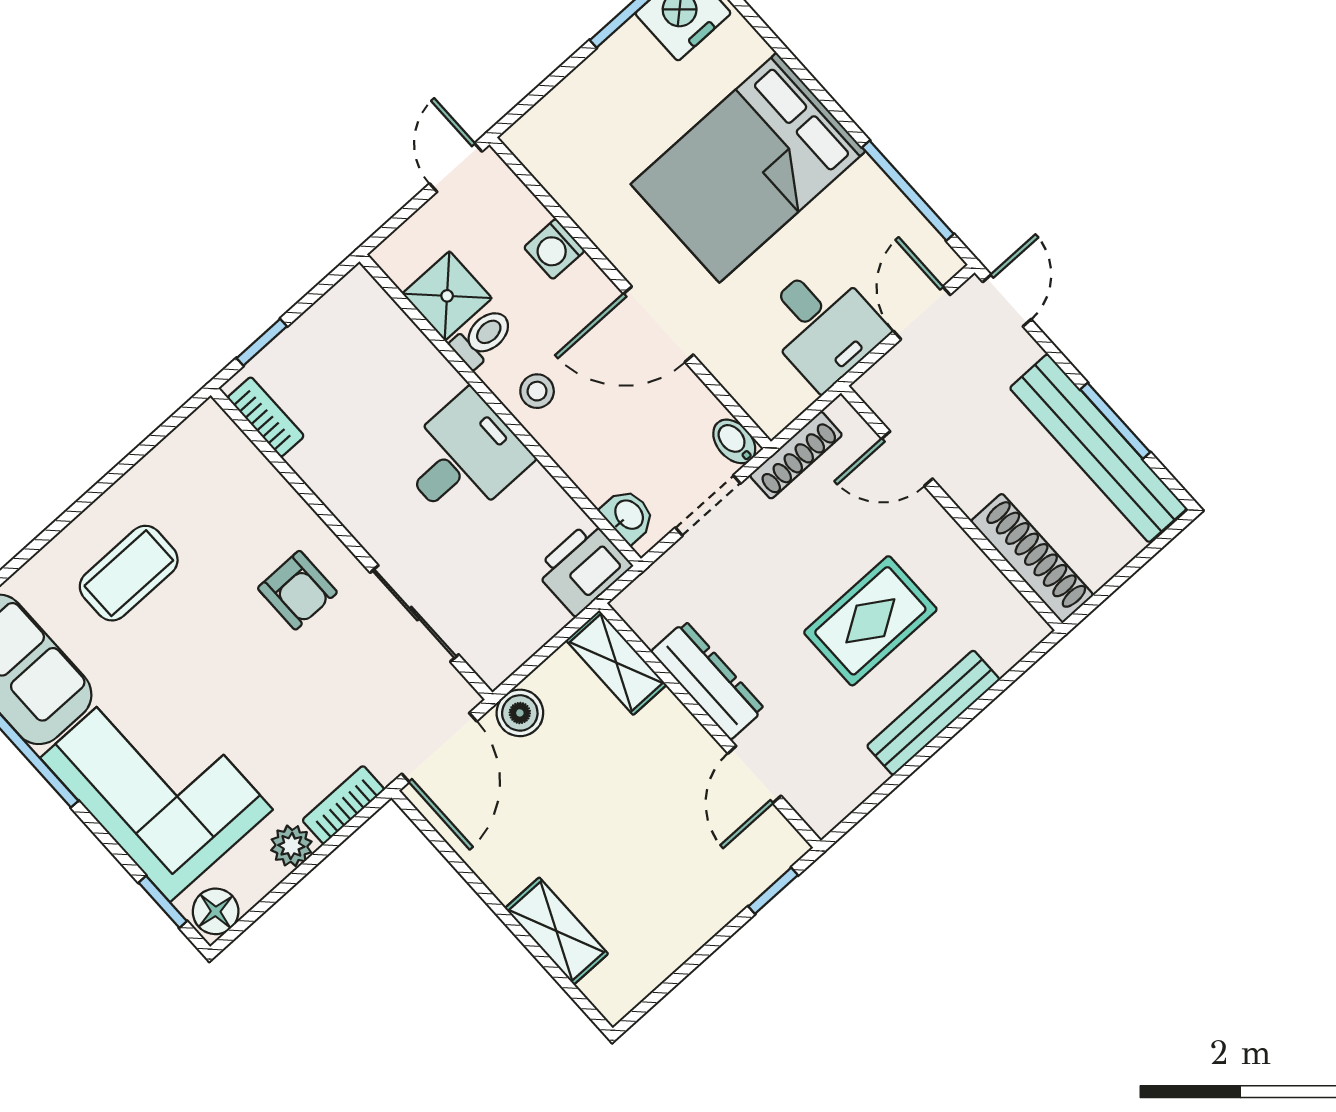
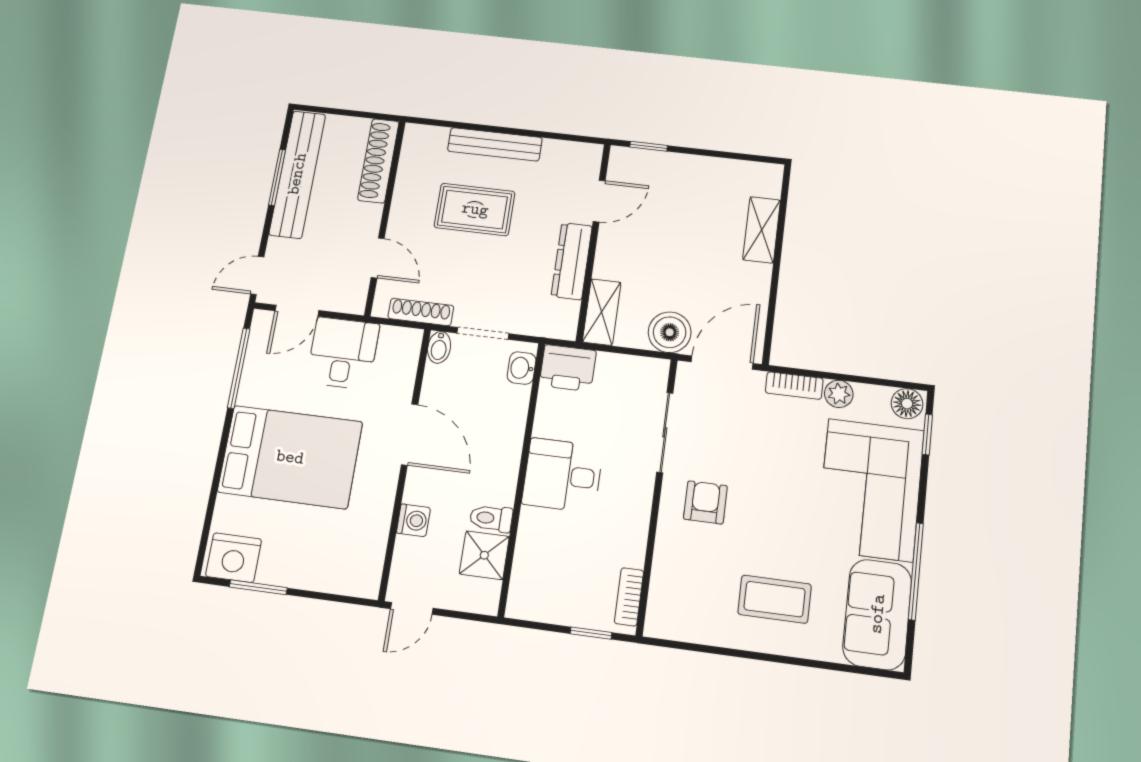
stool: (537, 391) -> (496, 467), removed
boiler: (520, 713) -> (670, 332), width x1.36, depth x1.36

